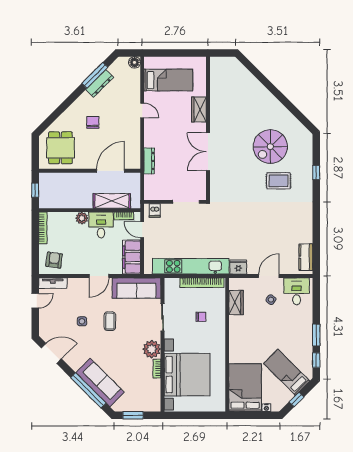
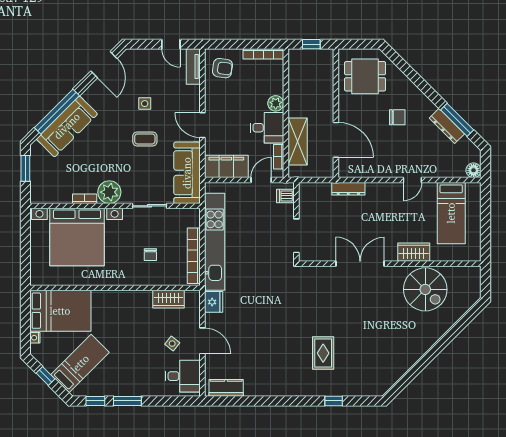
spiral stairs: (270, 147) -> (425, 289), moved, turned 180

